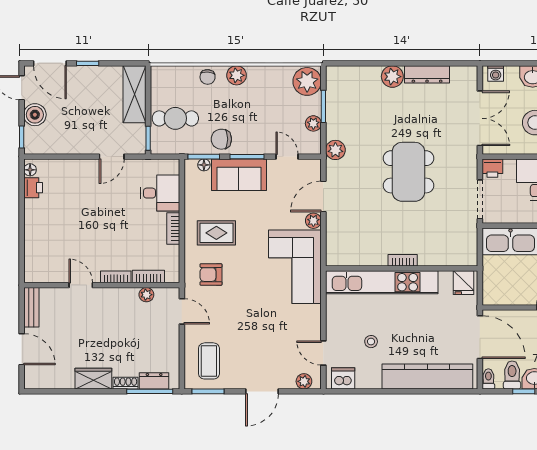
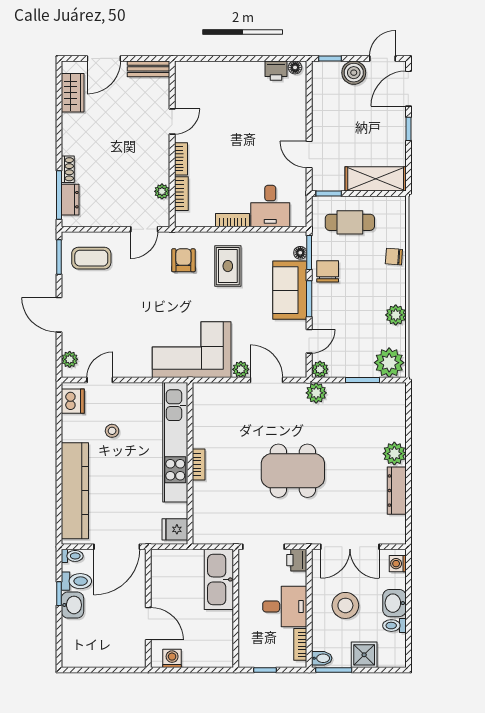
plant: (237, 75) -> (396, 315), moved
cafe table: (175, 118) -> (350, 222), turned 90
plant: (313, 123) -> (320, 369), moved
wardrobe: (93, 379) -> (73, 93), moved

